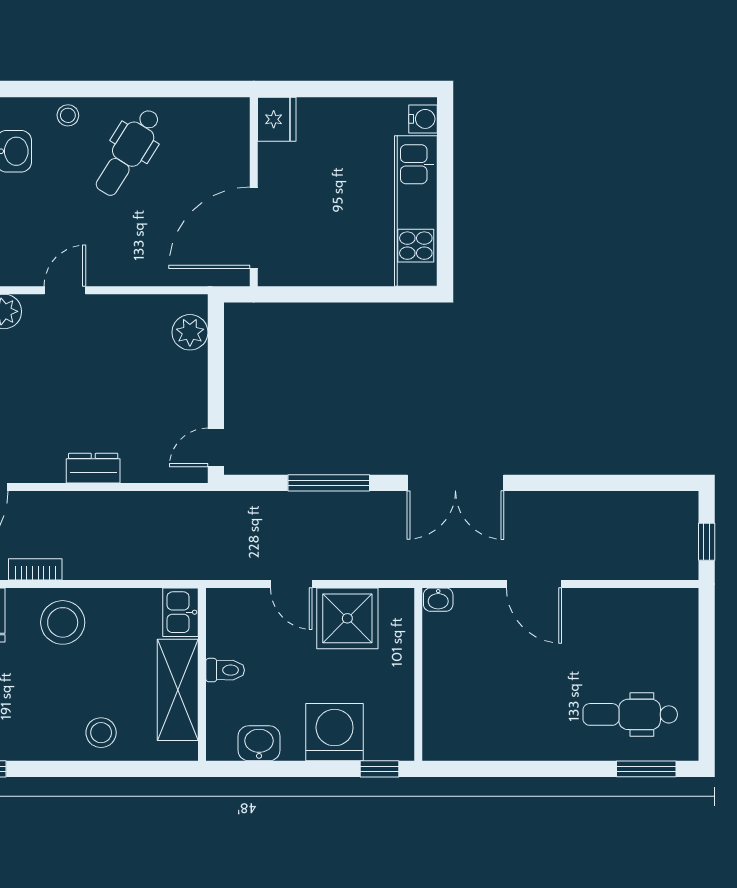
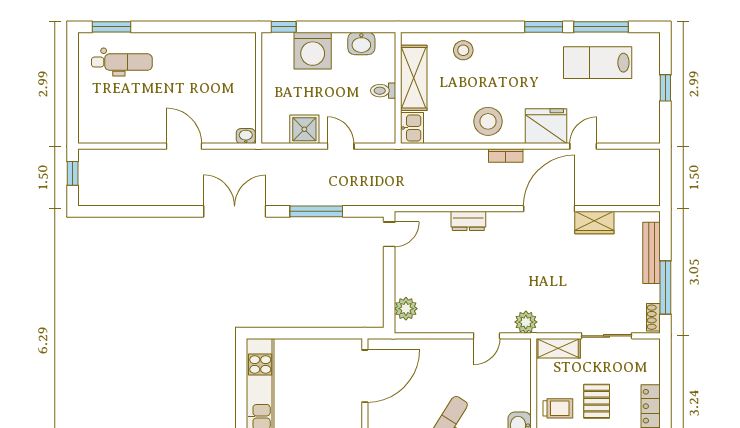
shower: (347, 618) -> (304, 129), width x0.73, depth x0.73

